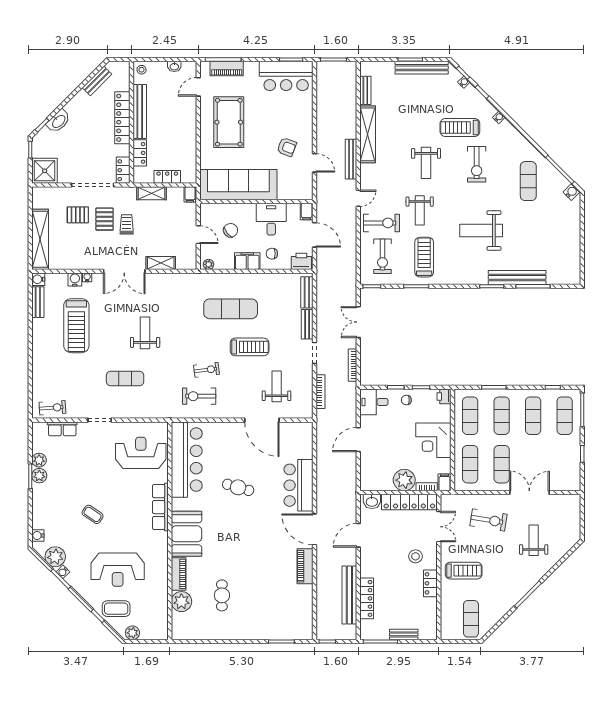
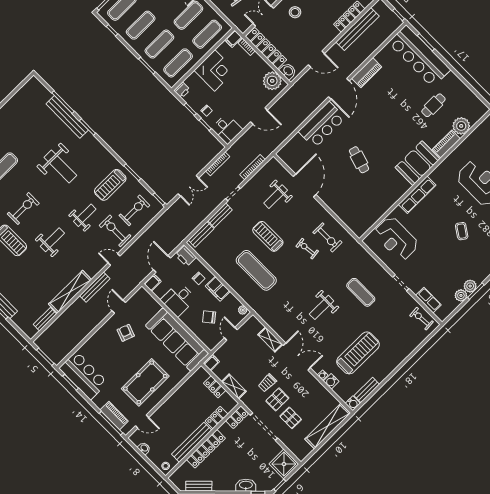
bar counter: (187, 460) -> (419, 56), moved, turned -90
plant: (404, 480) -> (272, 81), moved

